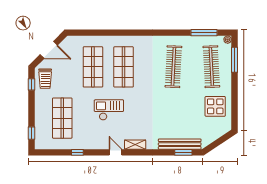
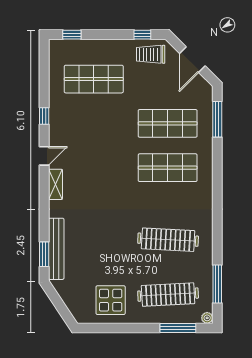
window: (90, 33) -> (217, 119), added
checkout: (109, 110) -> (105, 147), removed
window: (77, 152) -> (44, 116), moved

